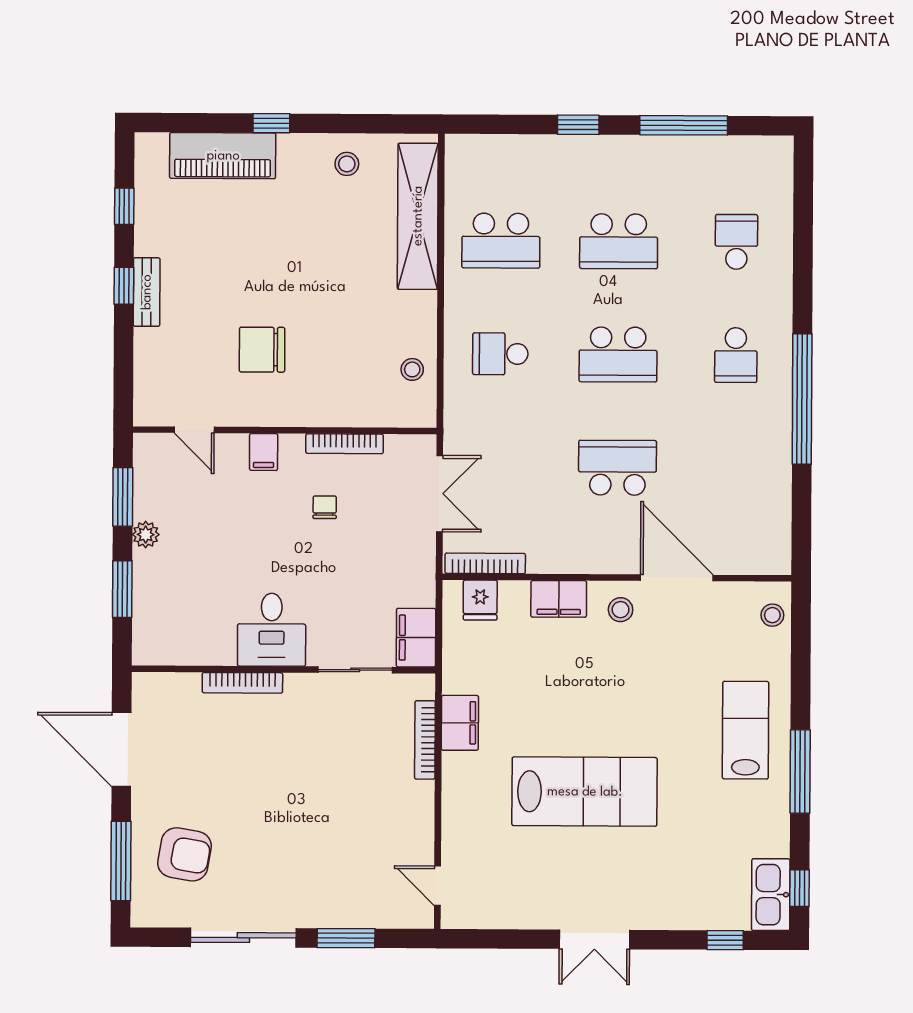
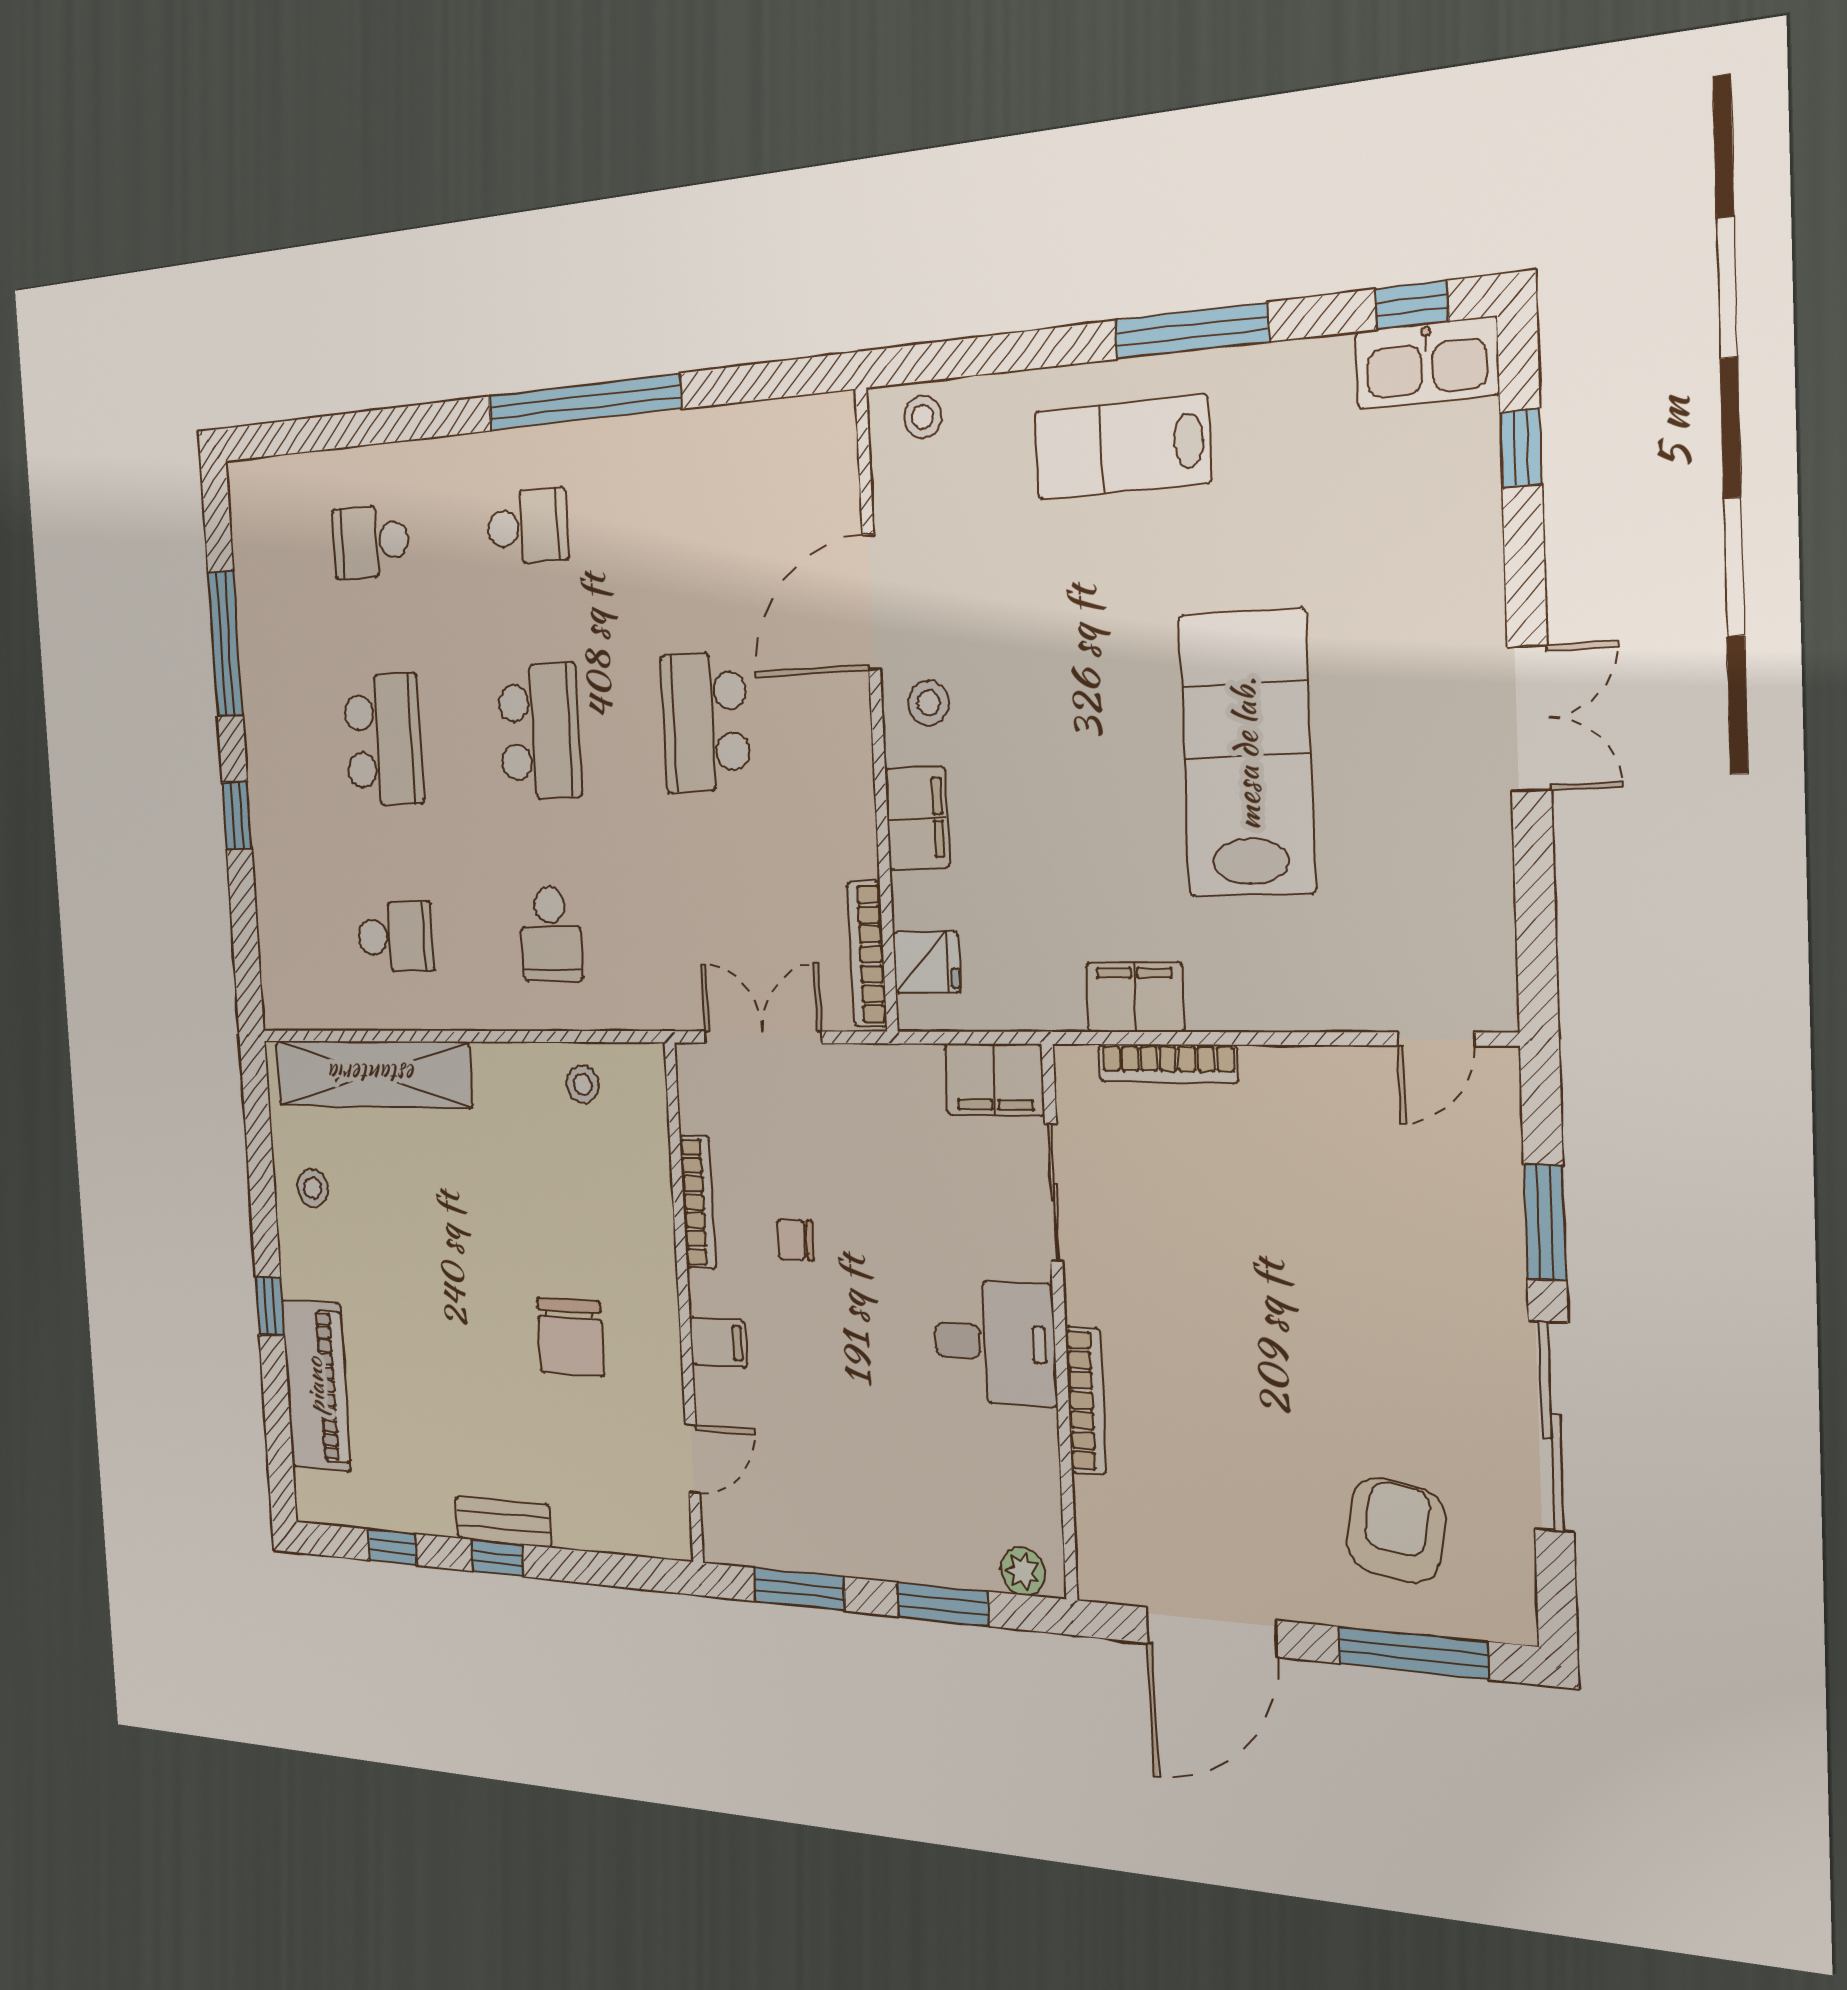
school desk: (501, 241) -> (396, 937), width x0.54
plant: (146, 535) -> (1023, 1571), moved

